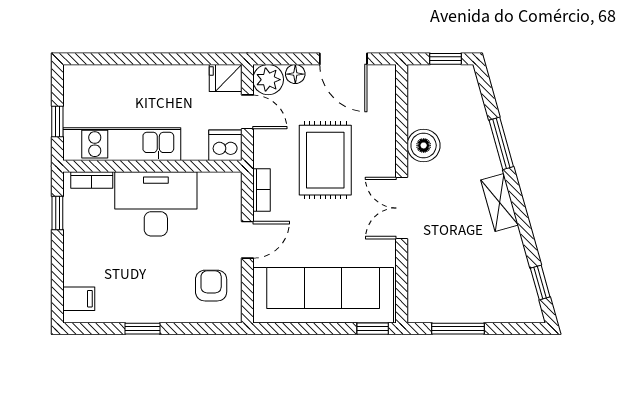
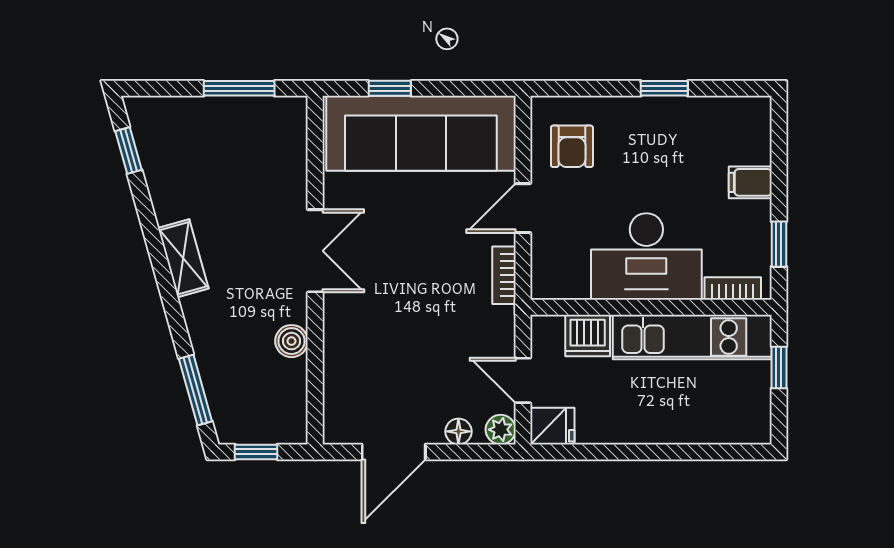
door: (343, 59) -> (394, 452), swing flipped
plant: (268, 80) -> (501, 430), width x0.73, depth x0.73
window: (501, 143) -> (195, 390), moved
dishwasher: (225, 145) -> (588, 336), moved
boiler: (424, 145) -> (291, 341), width x0.73, depth x0.73
rug: (325, 160) -> (418, 315), removed
filing cabinet: (79, 299) -> (750, 182), moved
window: (373, 329) -> (390, 88), moved

